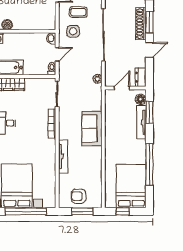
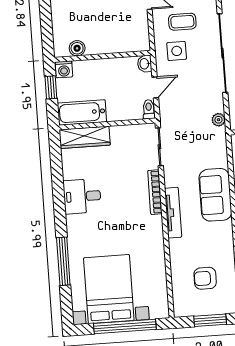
tv unit: (63, 157) -> (173, 213), moved
armchair: (79, 196) -> (205, 278), moved

